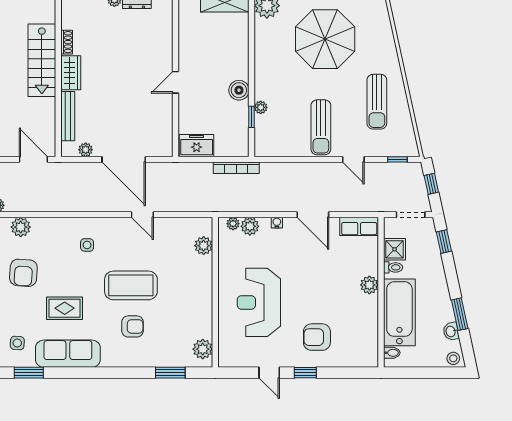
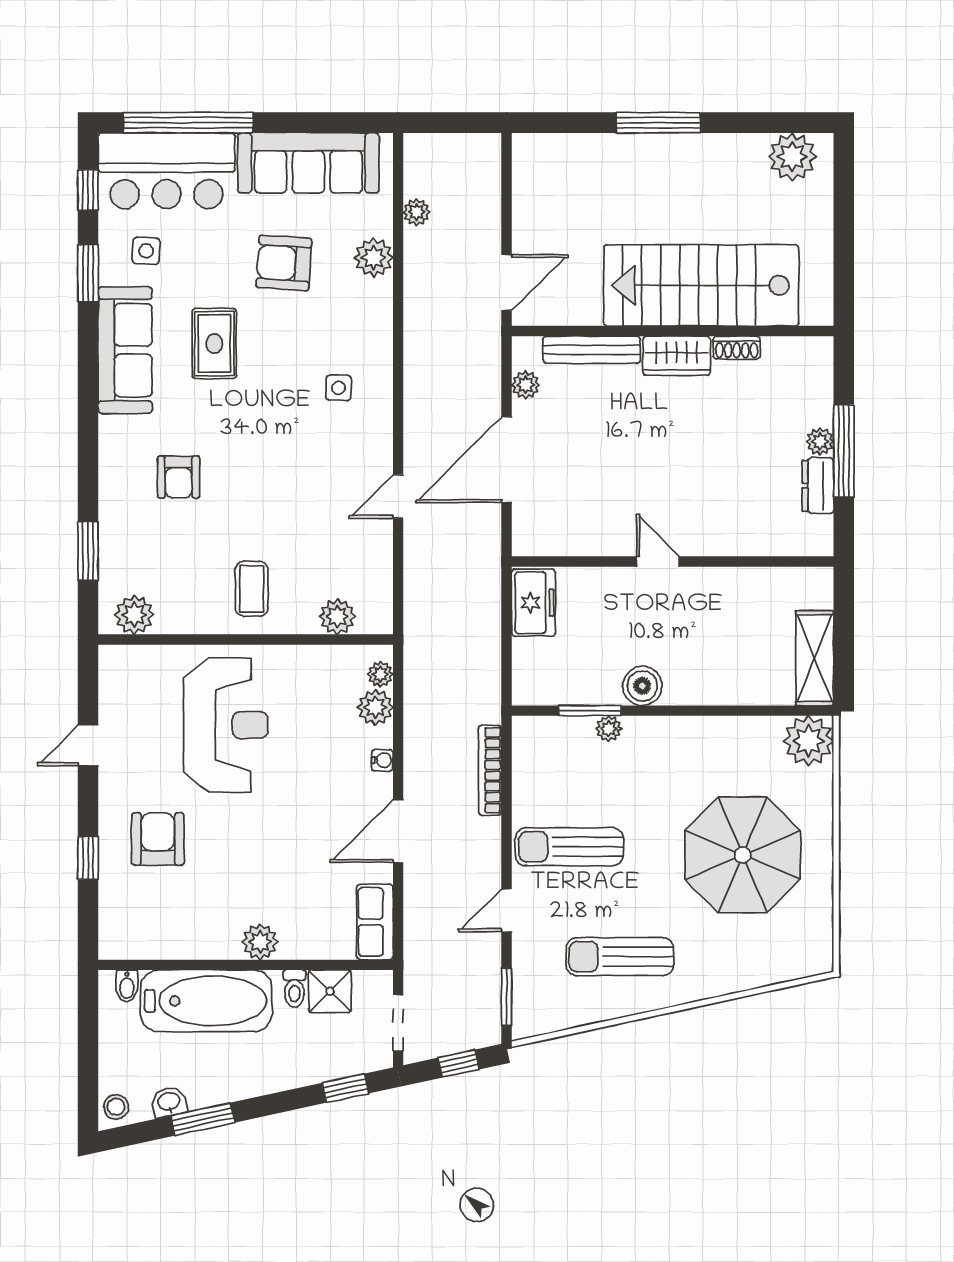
stairs: (42, 60) -> (701, 285), width x1.36, depth x1.51
window: (252, 117) -> (590, 711), width x1.50
window: (397, 159) -> (507, 997), width x1.50
bookcase: (236, 168) -> (490, 770), moved
coffee table: (131, 285) -> (252, 589), moved, width x0.54, depth x0.58
reception desk: (259, 302) -> (226, 725), turned 90
window: (305, 373) -> (88, 858), moved

